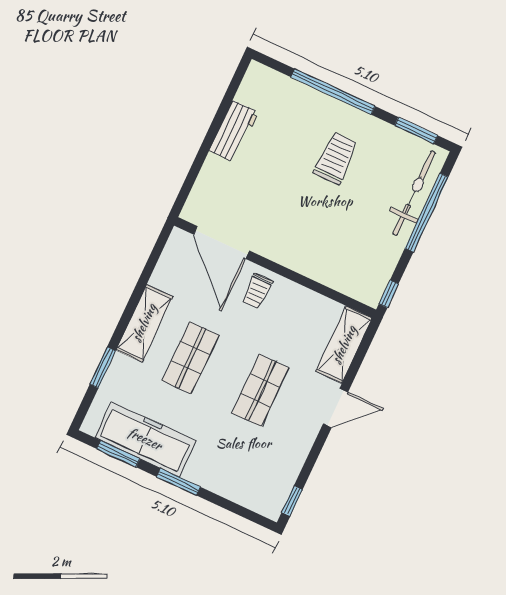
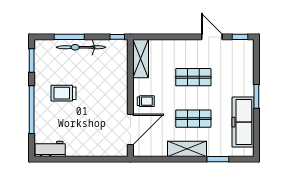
workbench: (234, 131) -> (50, 149), moved
bicycle: (414, 193) -> (81, 47), moved
window: (427, 213) -> (69, 37), width x0.68
shelving: (344, 345) -> (141, 59), moved, turned 90
door: (336, 408) -> (212, 37), moved
window: (118, 454) -> (256, 132), removed

